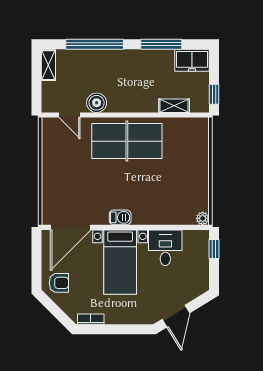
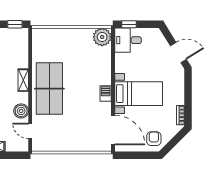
shelving: (174, 106) -> (23, 80), moved
door: (70, 115) -> (30, 131), swing flipped
plant: (203, 218) -> (102, 37), width x1.87, depth x1.87
desk: (165, 248) -> (128, 40), moved

